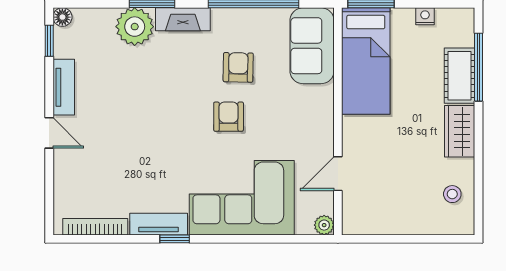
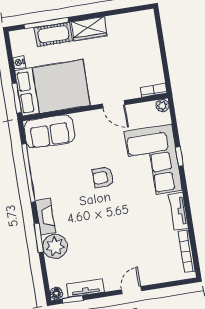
bed: (366, 61) -> (52, 88), width x1.50
armchair: (238, 67) -> (71, 176), removed
tv unit: (64, 87) -> (85, 288), moved
door: (338, 174) -> (114, 104), moved
stool: (452, 194) -> (130, 27), removed
bookcase: (350, 215) -> (154, 90), added
window: (175, 239) -> (179, 156), moved

